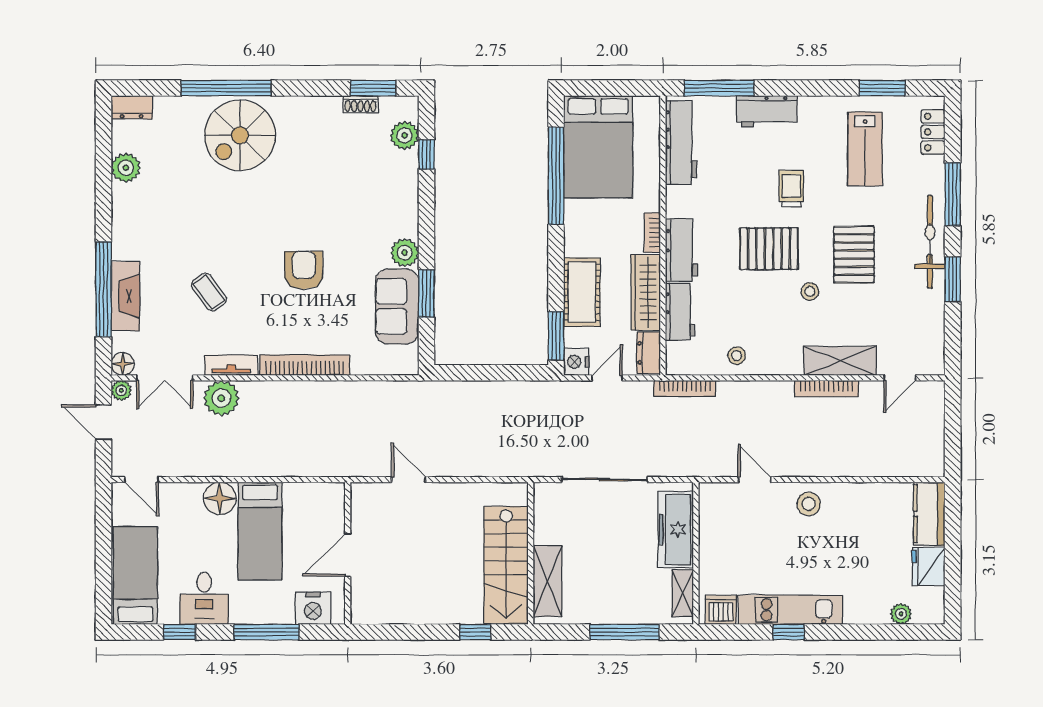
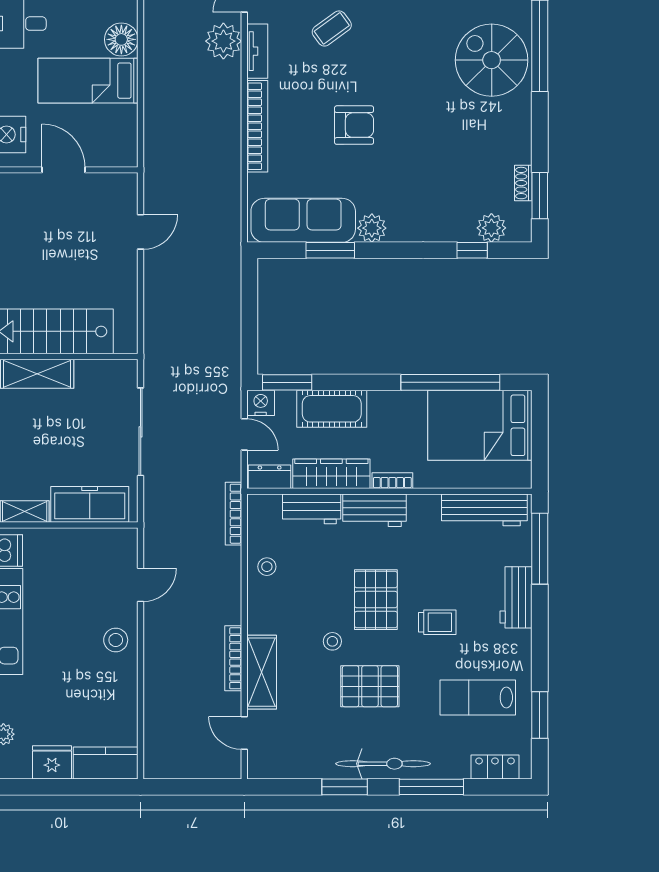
sofa: (397, 306) -> (303, 220), width x1.36

